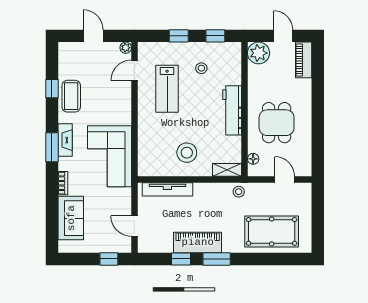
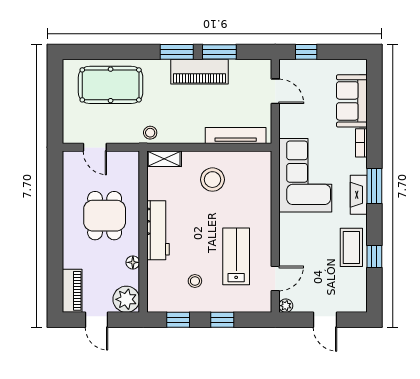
floor lamp: (253, 159) -> (133, 262), moved
window: (181, 259) -> (219, 52), width x1.50

